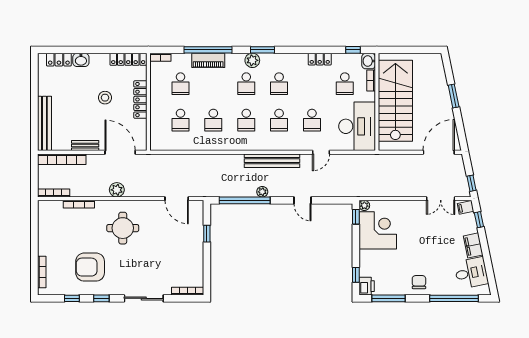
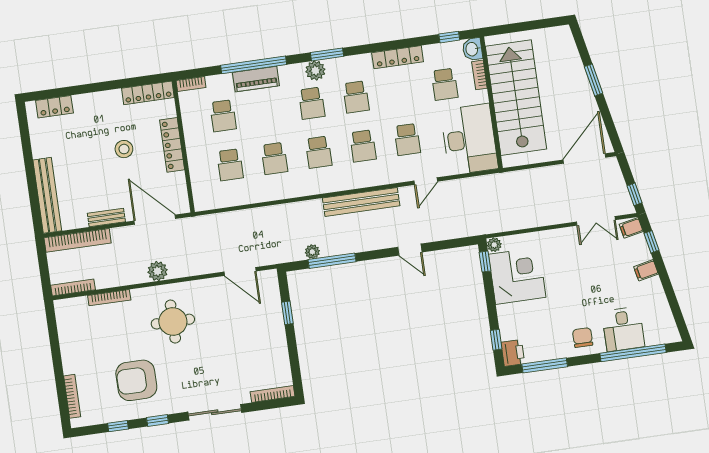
locker: (320, 59) -> (398, 57), width x1.53
washbasin: (81, 60) -> (84, 103), removed
plant: (262, 192) -> (312, 252), moved
window: (245, 200) -> (332, 261), width x0.68
filing cabinet: (473, 245) -> (646, 270), width x0.50
desk: (471, 273) -> (623, 329), moved, turned 102

